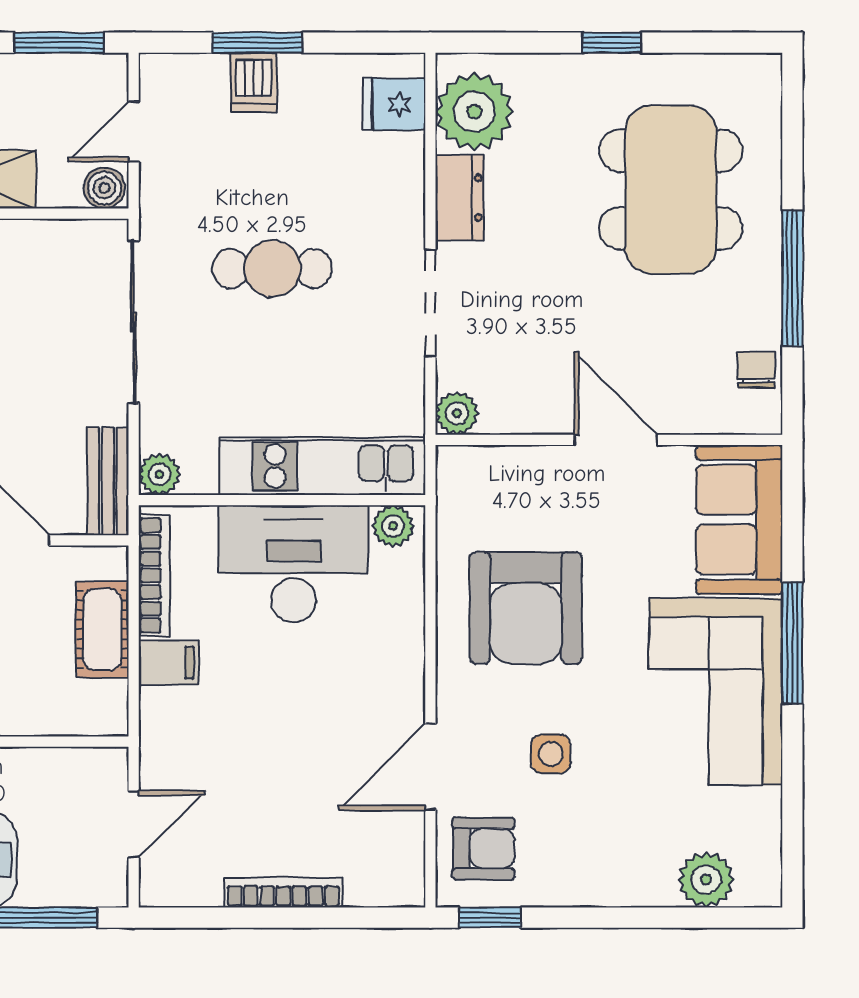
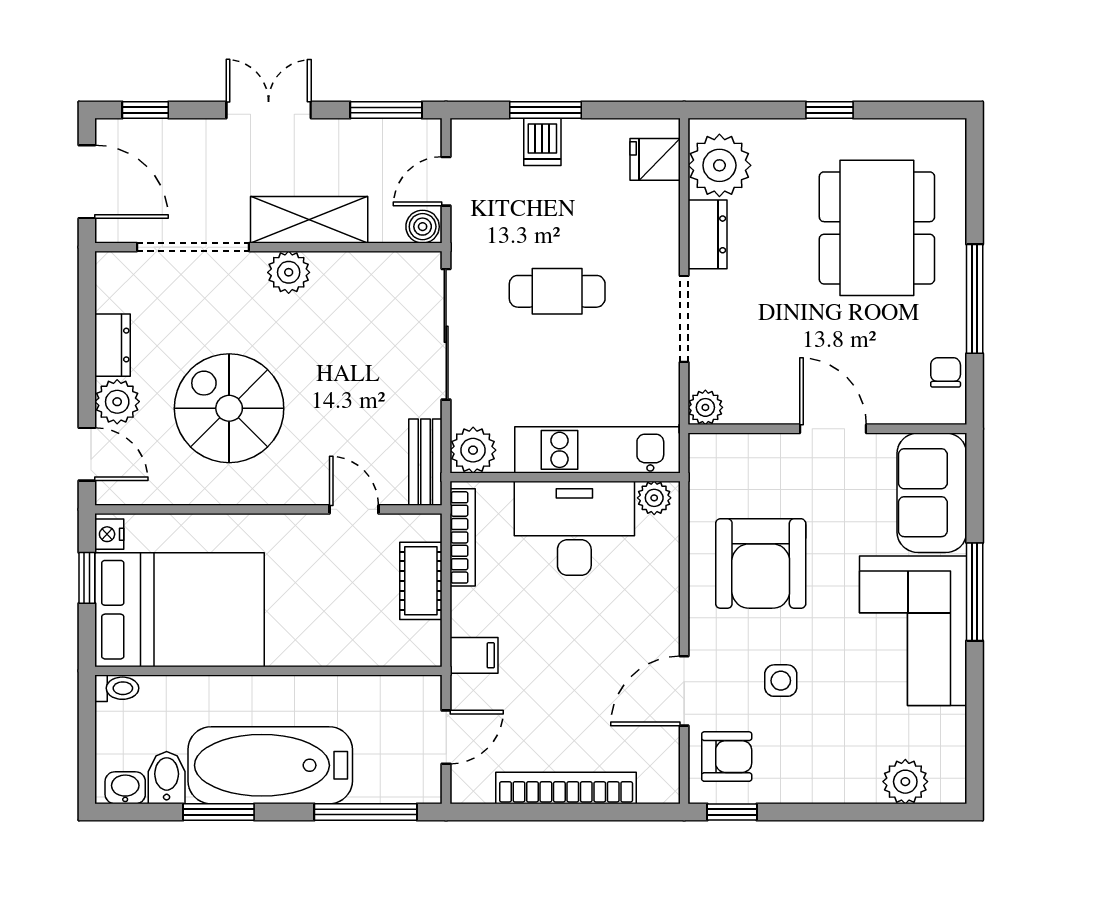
plant: (159, 474) -> (473, 450), width x1.38, depth x1.38
filing cabinet: (168, 663) -> (474, 655), moved
bookcase: (283, 892) -> (566, 788), width x1.48, depth x1.31

